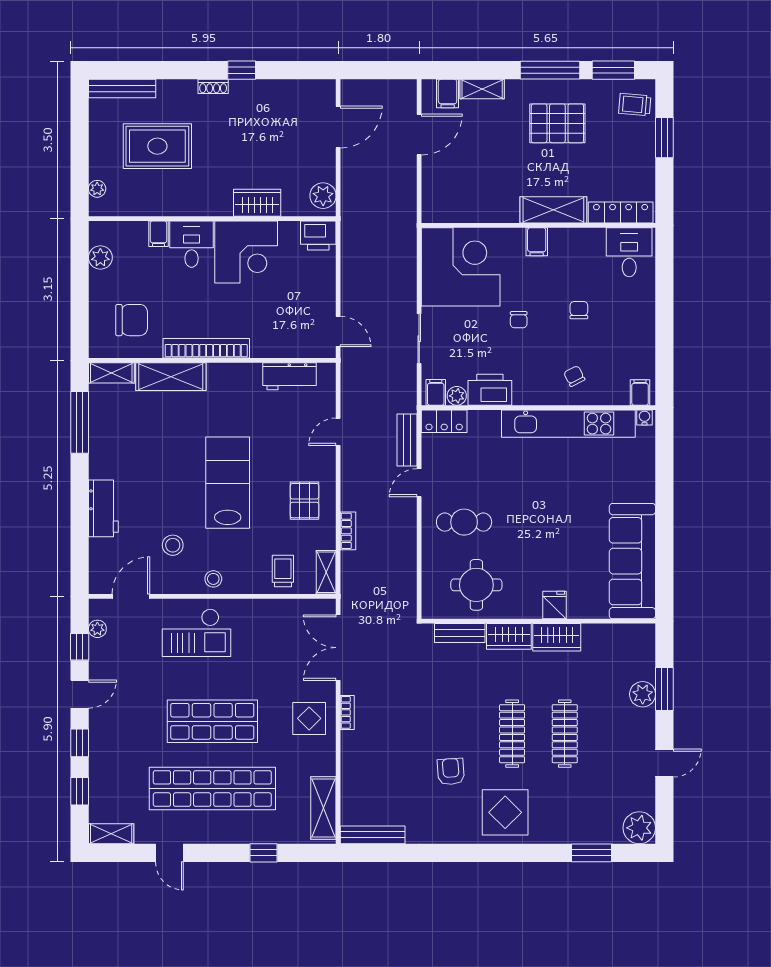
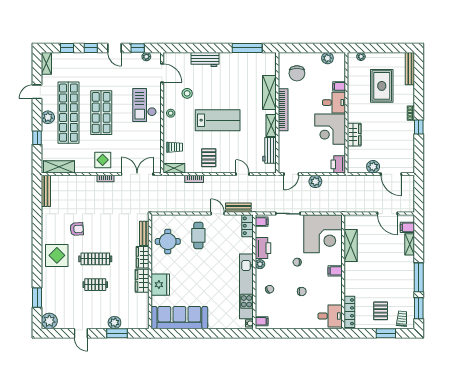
pallet: (557, 123) -> (381, 311), moved, width x0.67, depth x0.71
plant: (323, 196) -> (373, 167), moved
shelving: (553, 210) -> (351, 245), moved
plant: (353, 282) -> (315, 181), added
shelving: (111, 373) -> (271, 125), moved
plant: (457, 396) -> (260, 264), moved
pallet: (305, 501) -> (209, 158), turned 90
fridge: (554, 605) -> (160, 285), width x1.88, depth x1.34
clothes rail: (565, 734) -> (95, 285), width x0.73
plant: (222, 831) -> (48, 117), added

